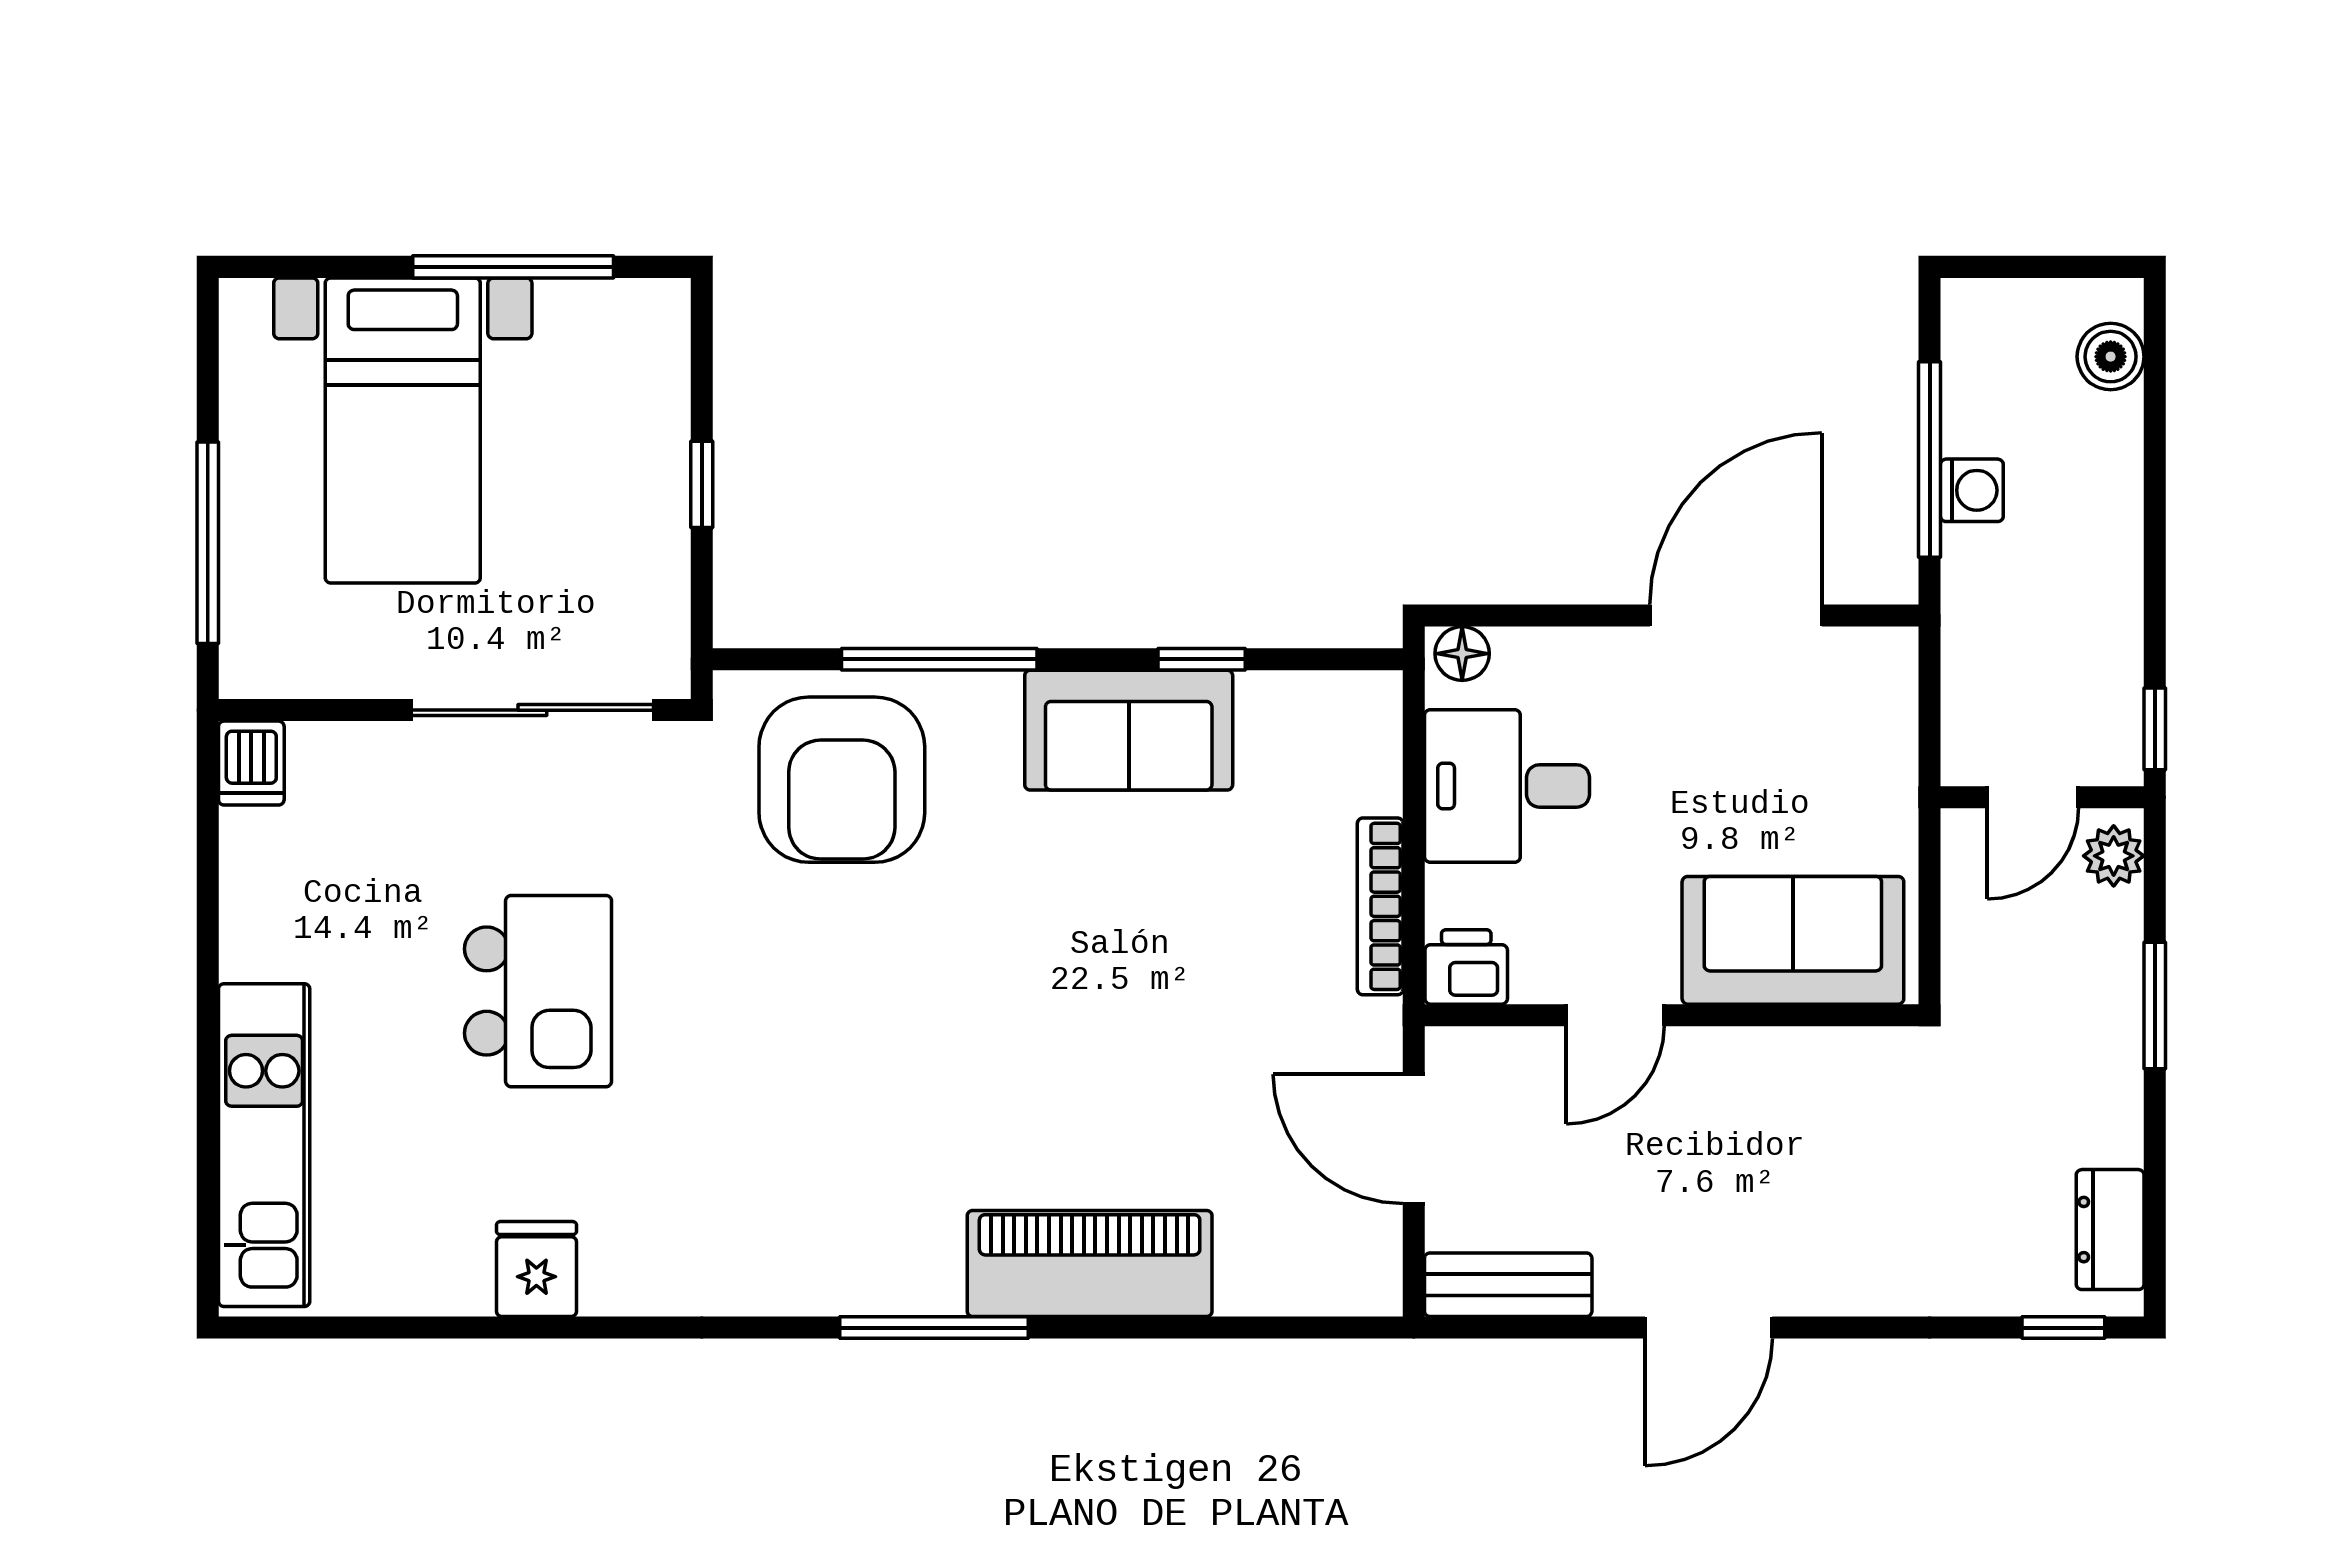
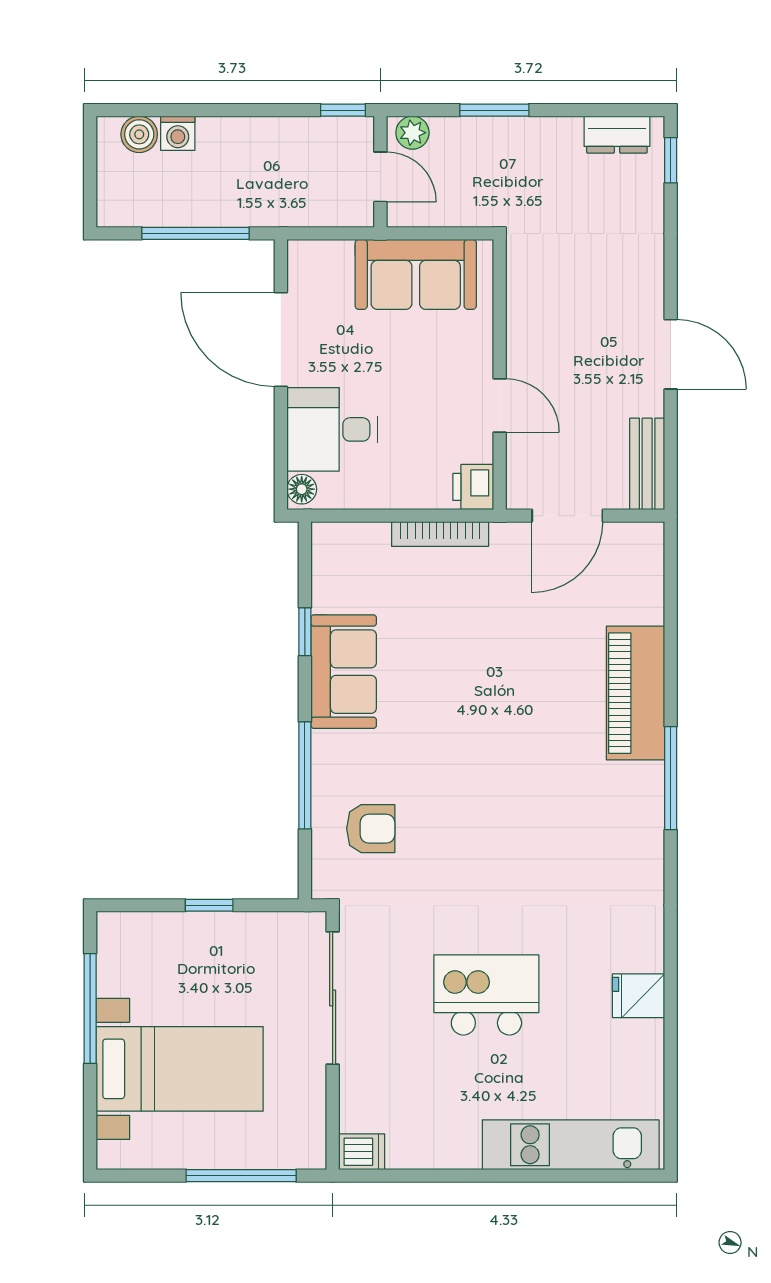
washing machine: (1972, 490) -> (178, 133), moved, turned 180
armchair: (842, 780) -> (371, 829), width x0.53, depth x0.53
desk: (1507, 786) -> (332, 429), moved, turned 90
sofa: (1793, 940) -> (416, 274), moved, turned -90

